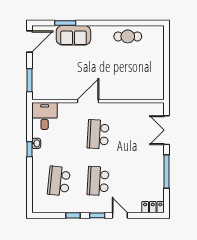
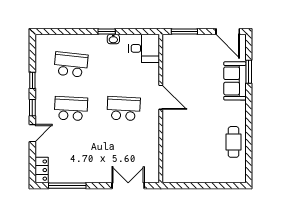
window: (167, 172) -> (67, 186), moved

